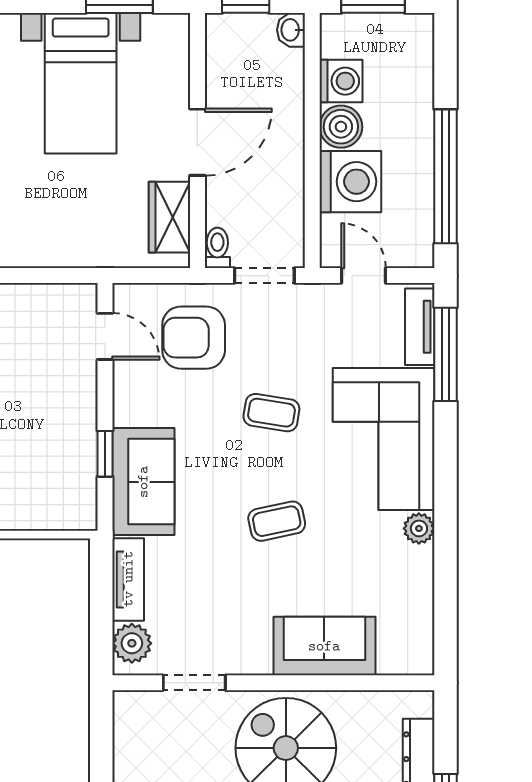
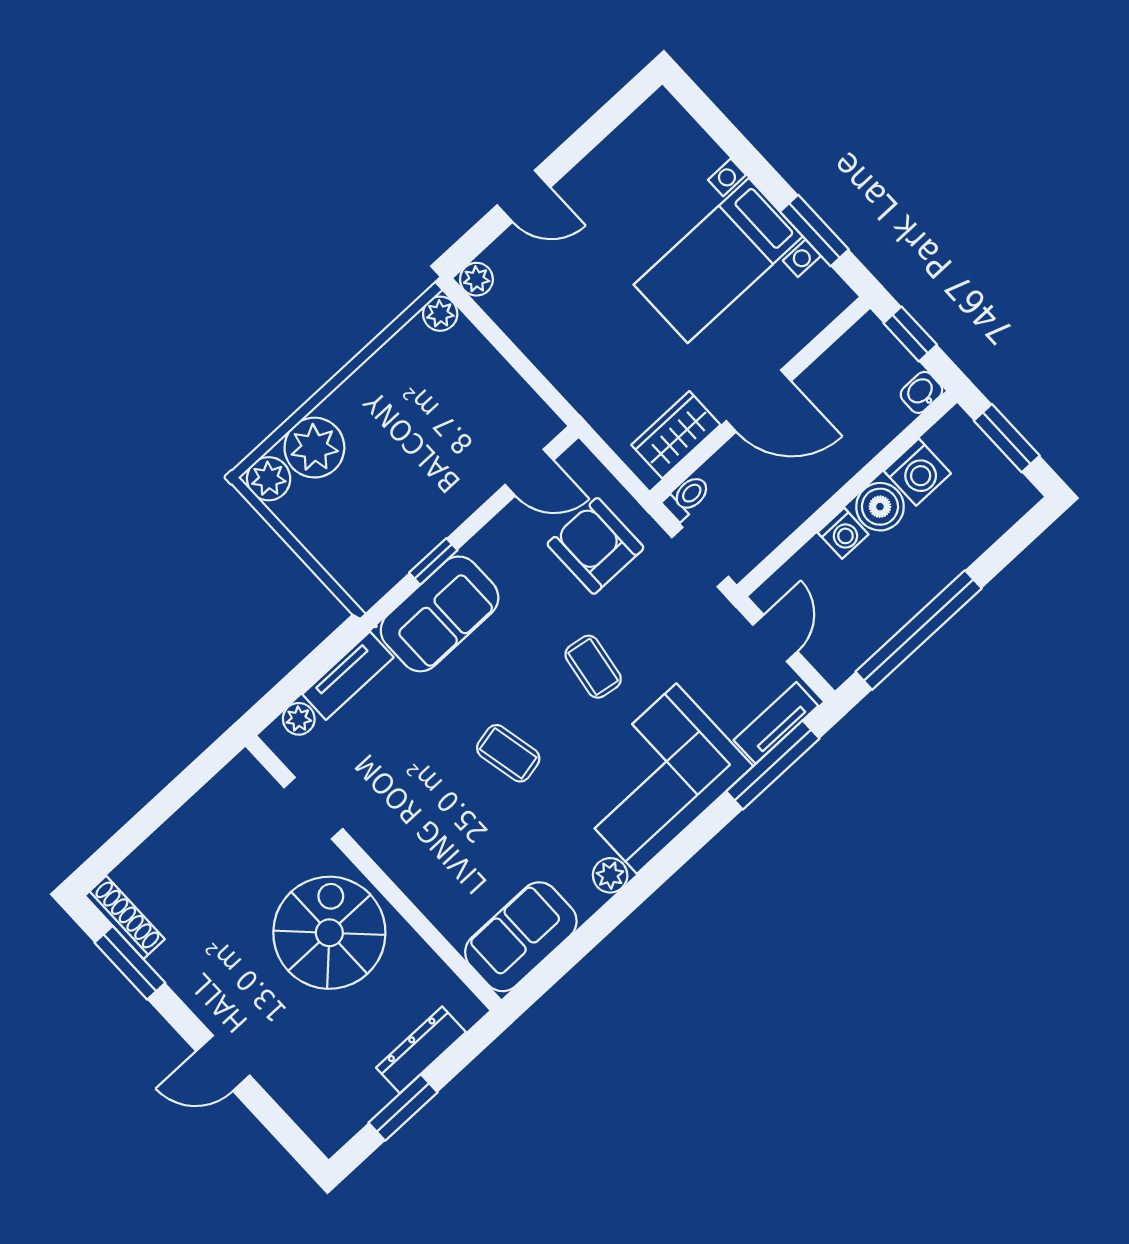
washing machine: (350, 182) -> (843, 533), width x0.53, depth x0.53
door: (105, 336) -> (529, 472), hinge flipped
plant: (132, 643) -> (299, 719), width x0.73, depth x0.73
sofa: (324, 646) -> (521, 937), moved, turned -90

